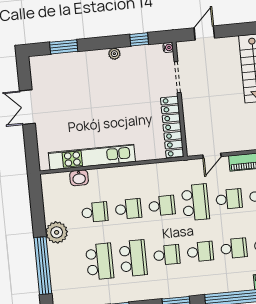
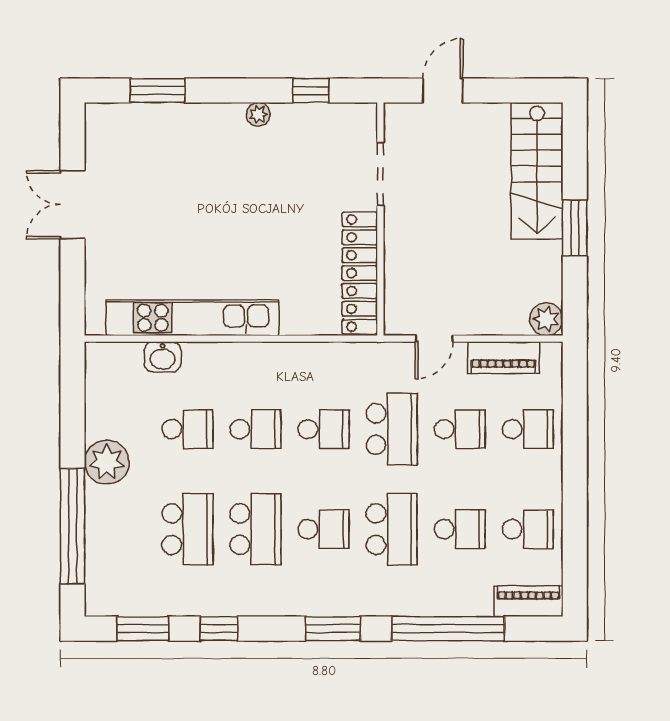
water cooler: (168, 47) -> (367, 112), removed
school desk: (200, 252) -> (392, 529), width x1.85

